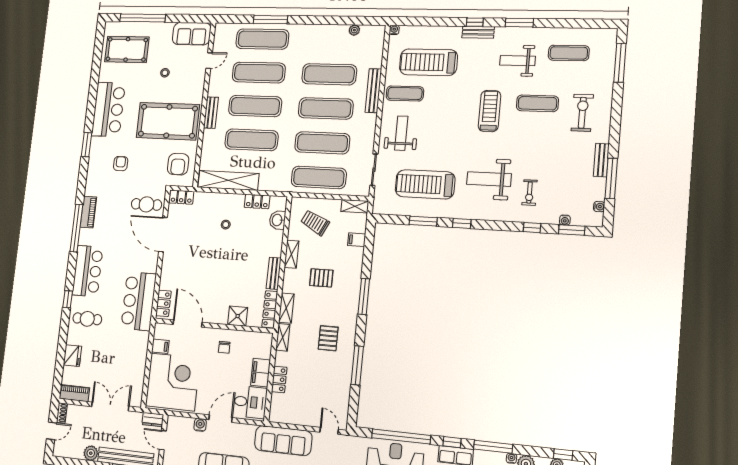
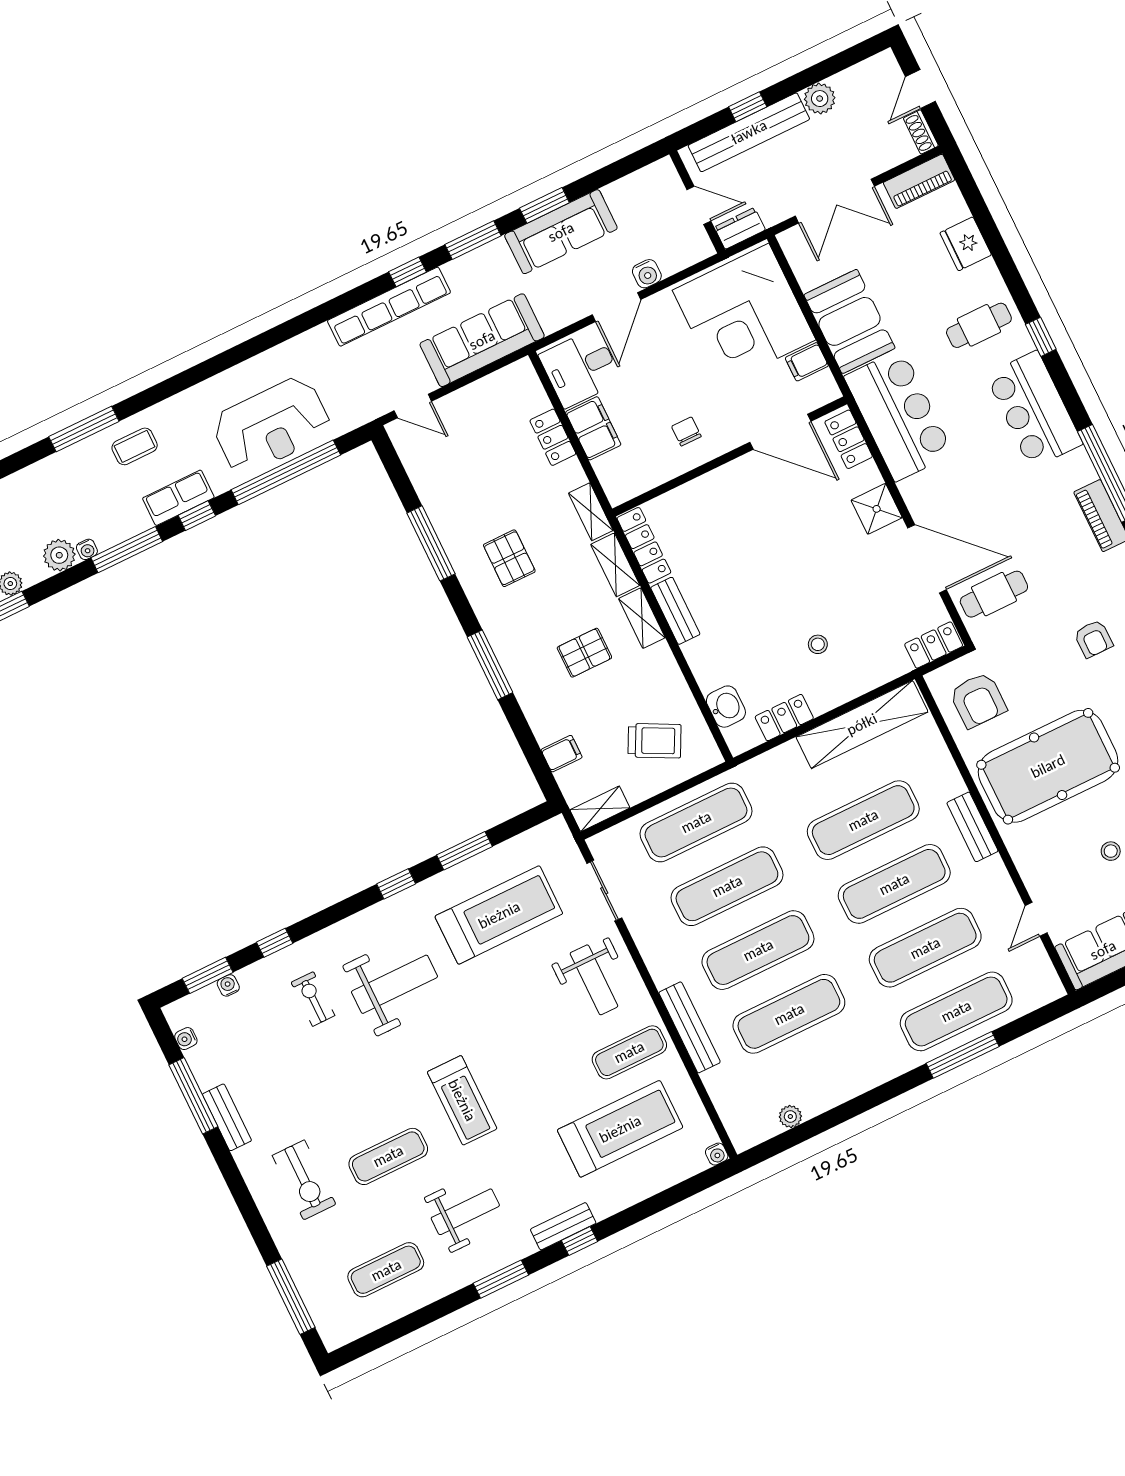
armchair: (178, 164) -> (978, 700), turned 180
shelving: (292, 254) -> (642, 618), moved
shower: (238, 316) -> (877, 509), moved
booth: (134, 352) -> (849, 321), added

